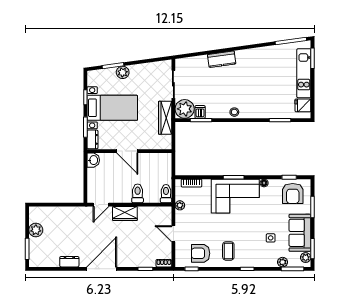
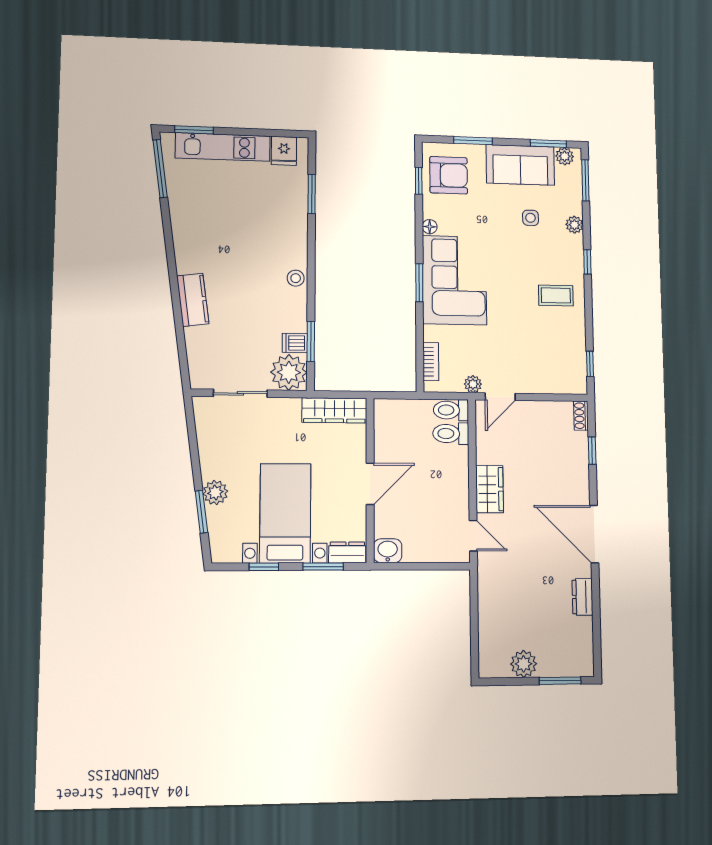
wardrobe: (165, 118) -> (334, 410), moved
toilet: (138, 193) -> (451, 434), moved
door: (173, 234) -> (500, 397), moved
armchair: (201, 253) -> (561, 347), removed
plant: (283, 262) -> (574, 225), moved

